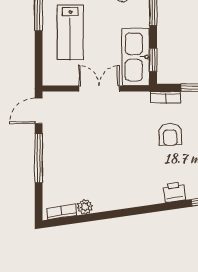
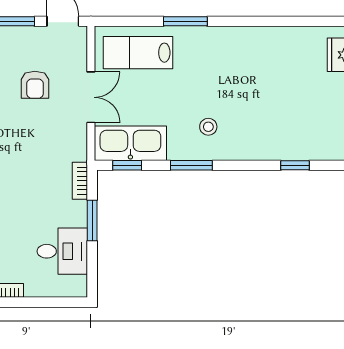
lab bench: (70, 32) -> (138, 53), moved
armchair: (170, 135) -> (35, 85), moved, turned -90

